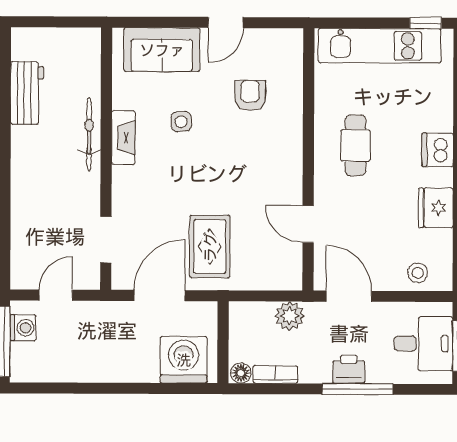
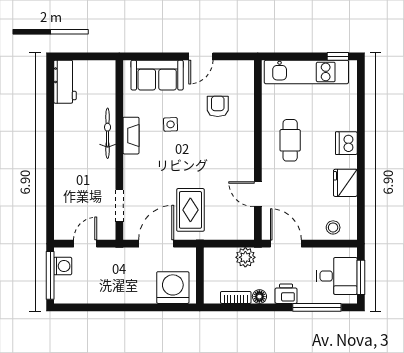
workbench: (27, 93) -> (65, 82), moved
floor lamp: (241, 373) -> (259, 297), moved
window: (358, 389) -> (317, 307), moved

